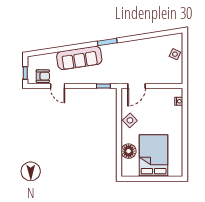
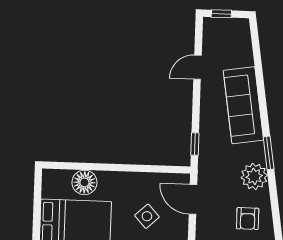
plant: (121, 50) -> (254, 176), added
armchair: (43, 76) -> (248, 219), moved
side table: (130, 120) -> (147, 216), moved

